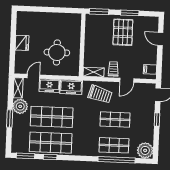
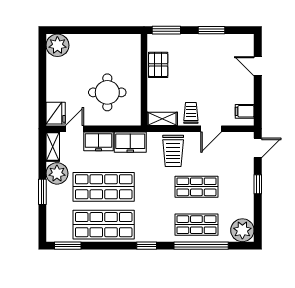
plant: (24, 19) -> (57, 45), added
pallet: (123, 32) -> (158, 65), moved, width x0.67, depth x0.71
fridge: (22, 43) -> (56, 113), moved
trolley: (100, 94) -> (173, 151), turned 74
window: (50, 157) -> (147, 246), moved

